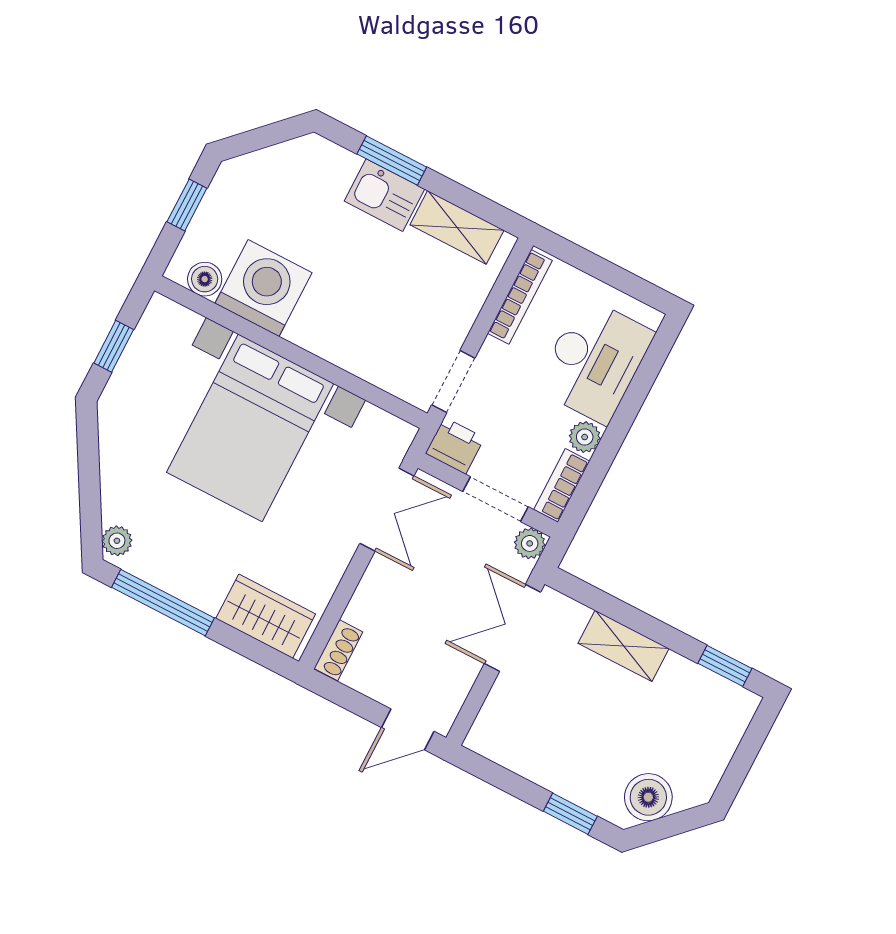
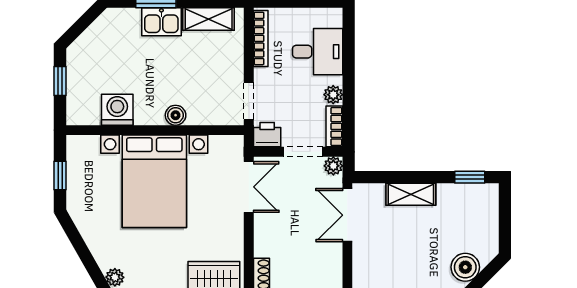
boiler: (205, 279) -> (176, 115), moved
washing machine: (263, 288) -> (117, 110), width x0.73, depth x0.73
desk: (595, 361) -> (318, 52), width x0.73

